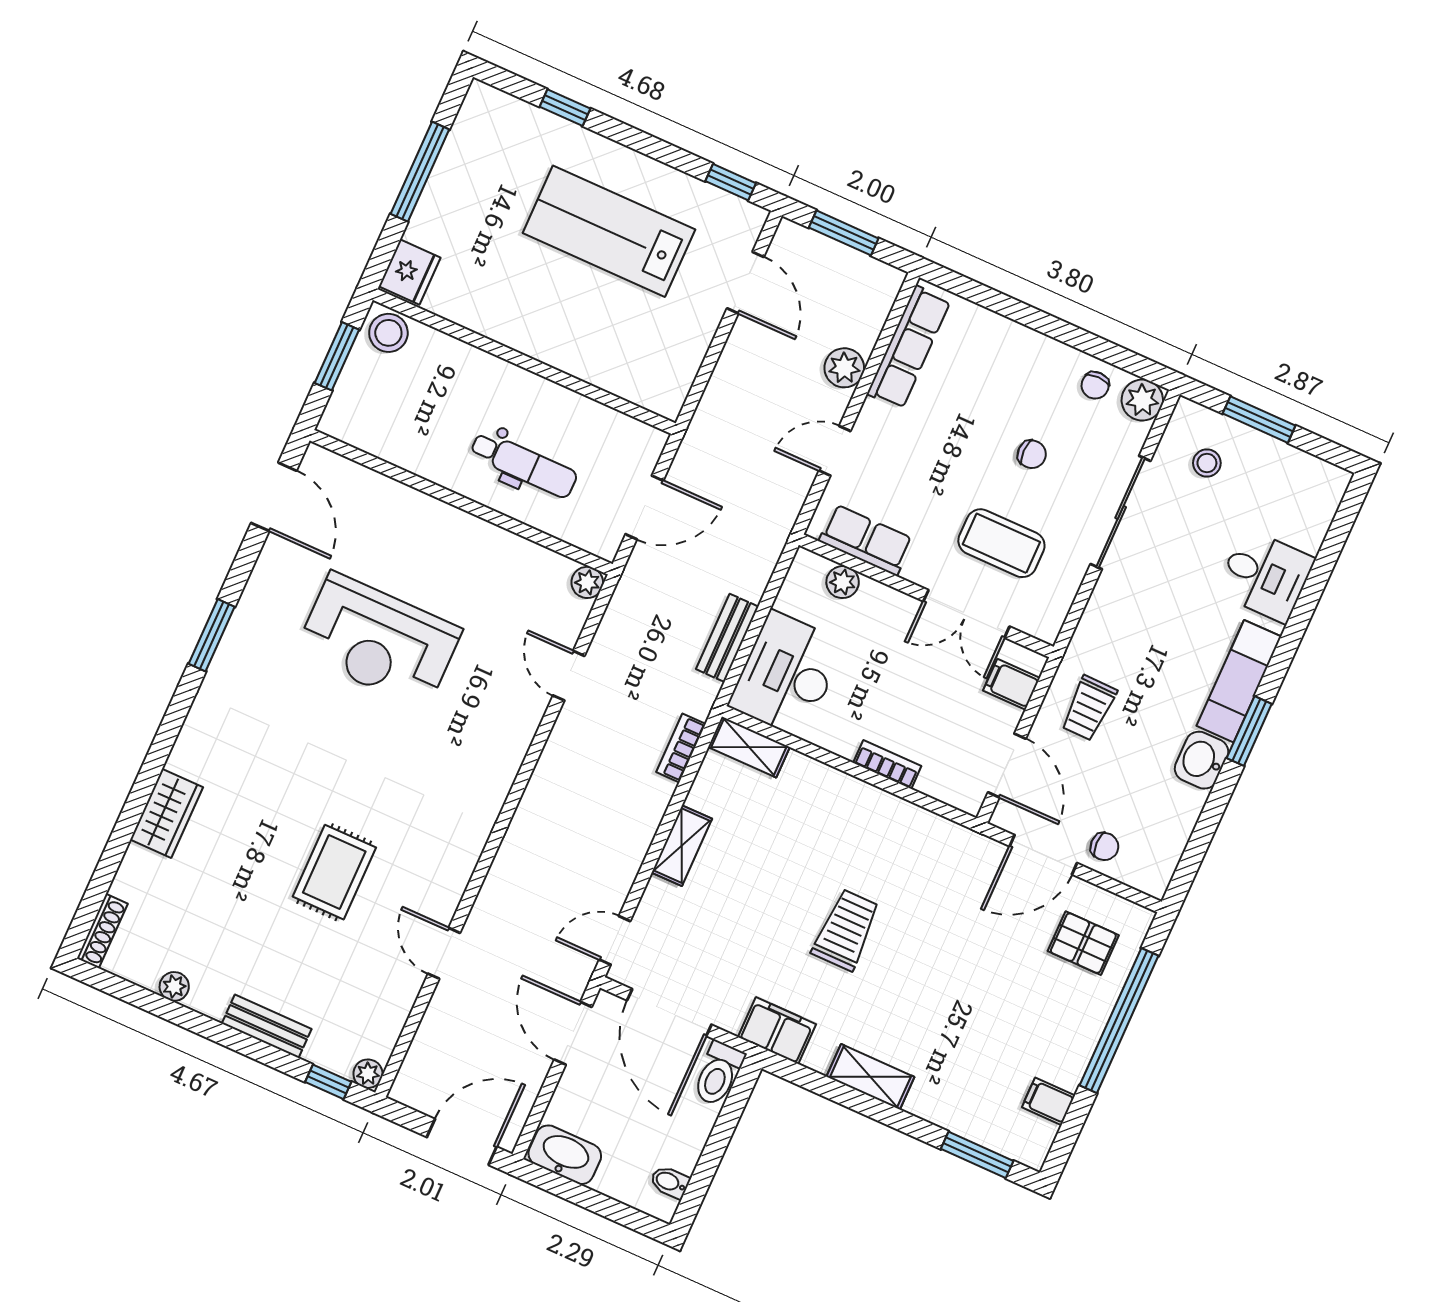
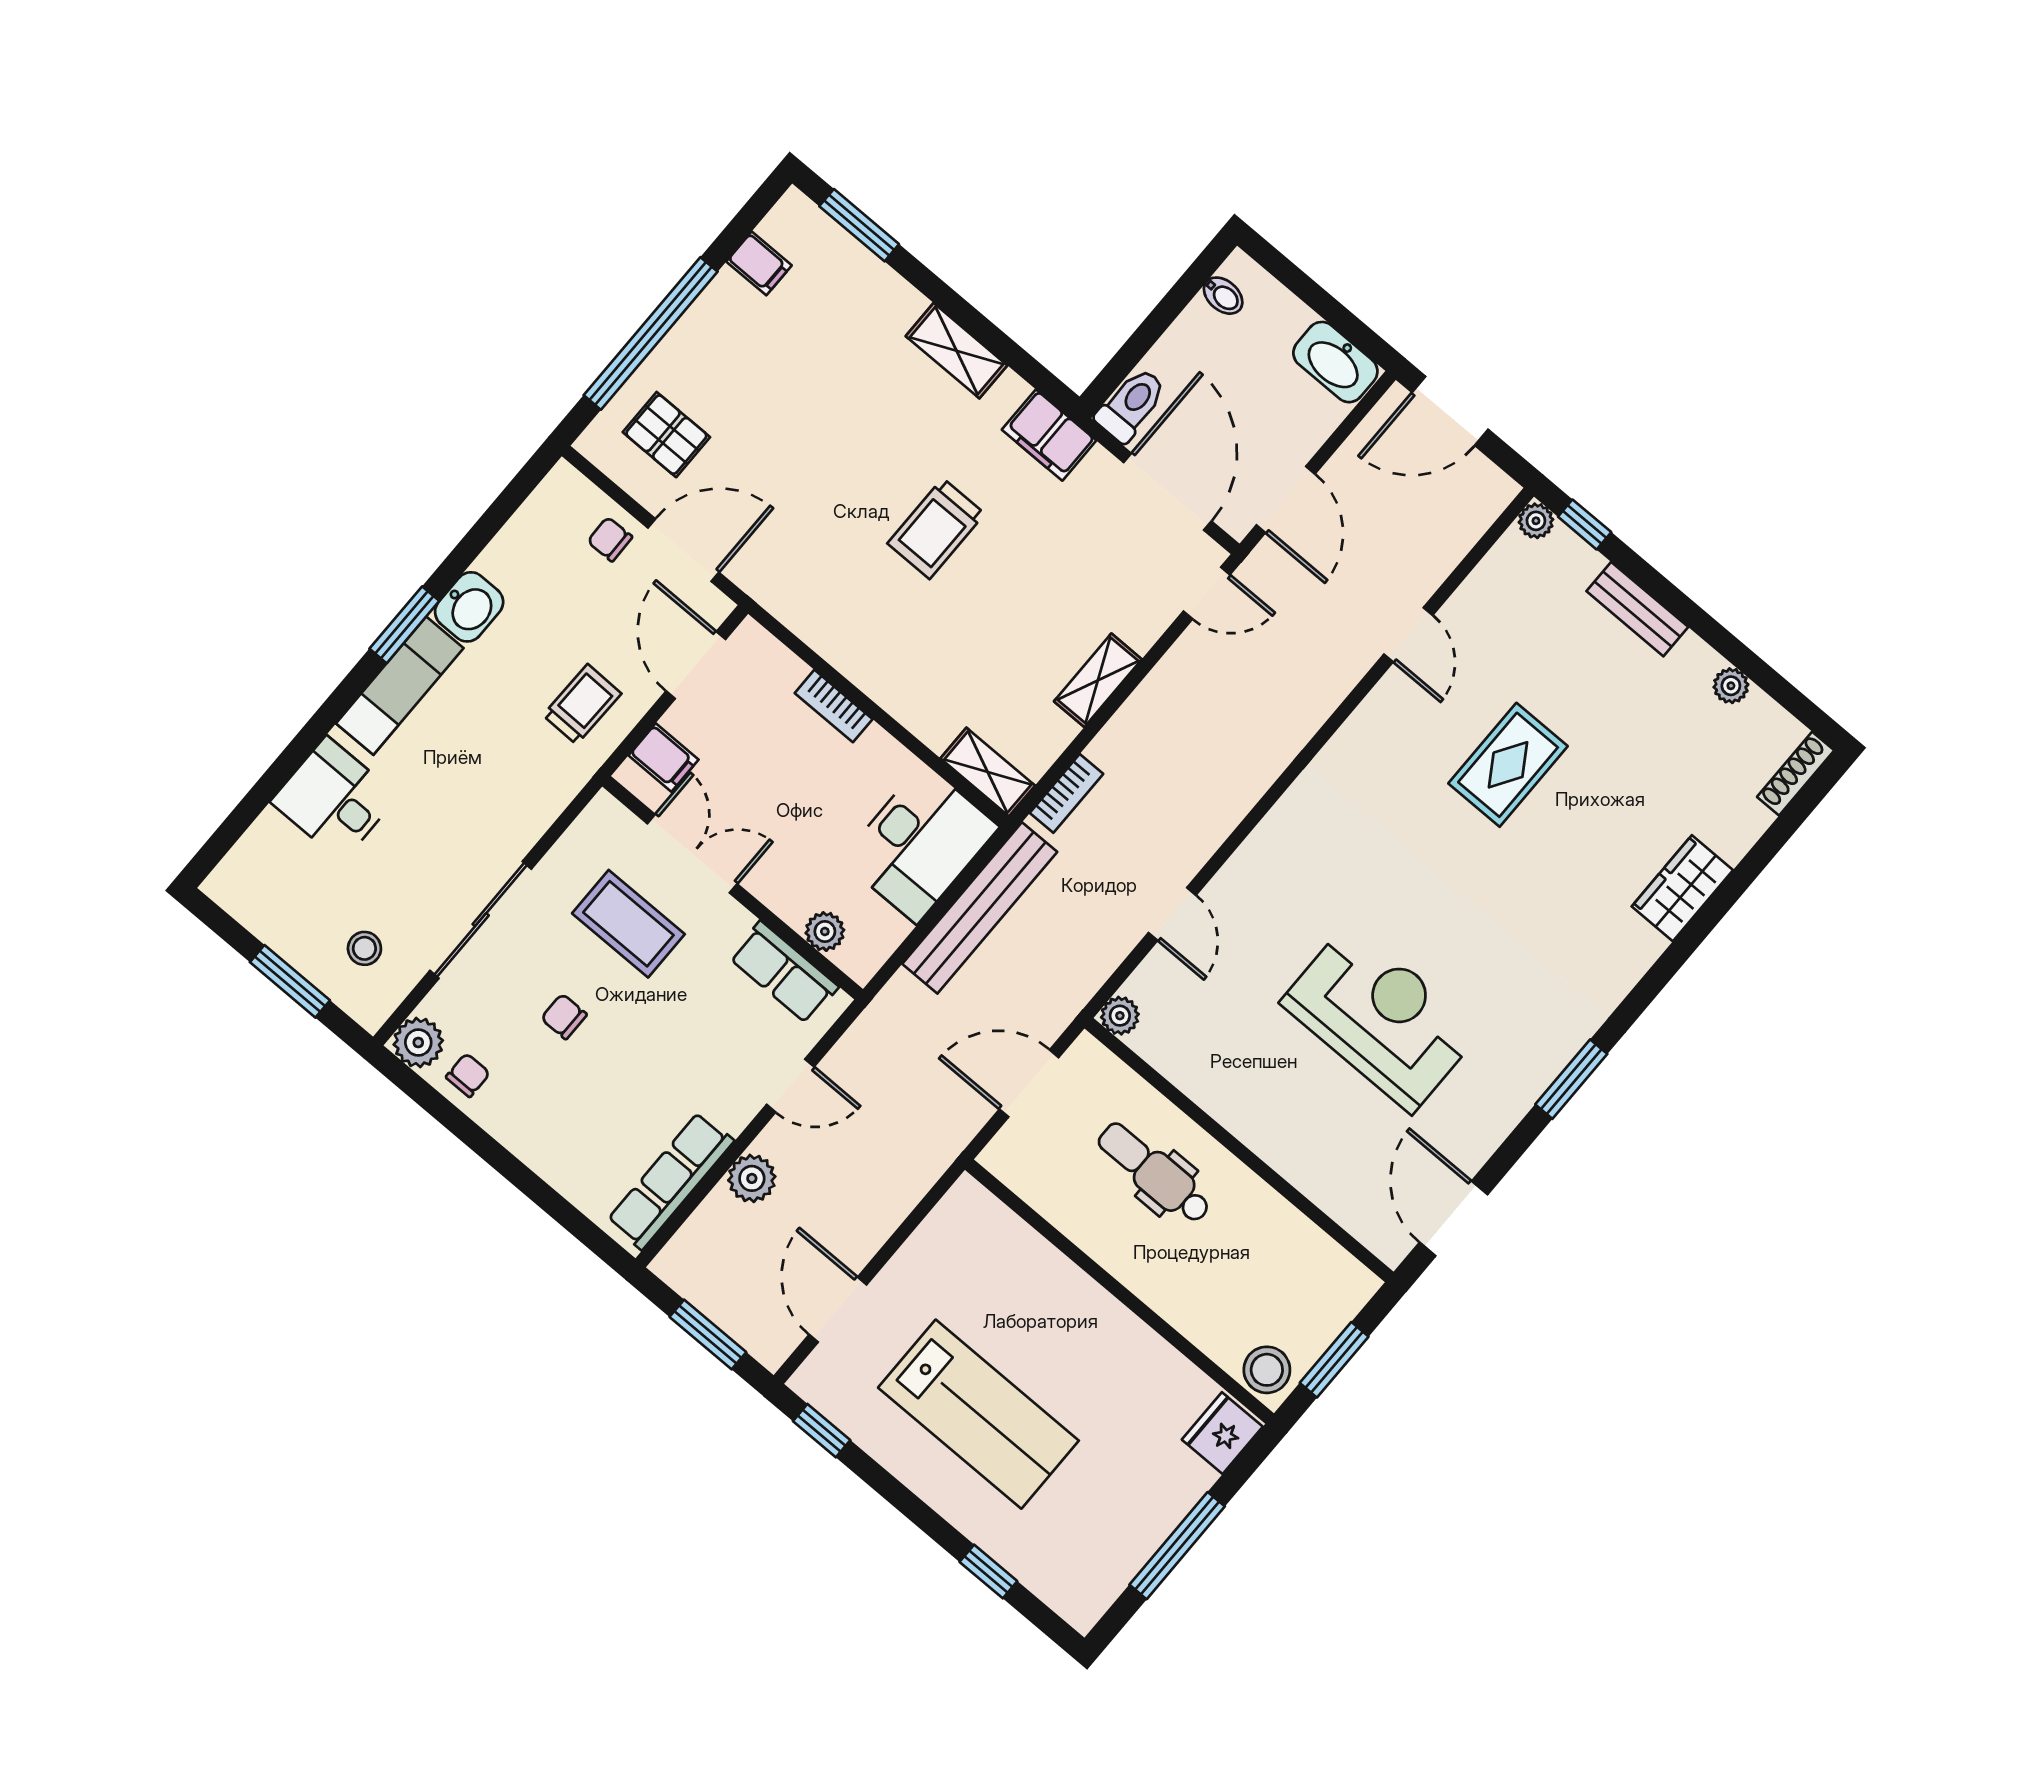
bench: (727, 638) -> (980, 908), width x1.86, depth x1.21

